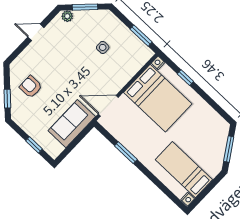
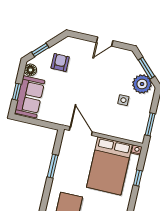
plant: (67, 16) -> (142, 84), moved, width x1.87, depth x1.87
door: (36, 32) -> (105, 42), swing flipped
floor lamp: (21, 119) -> (30, 70), added
sofa: (72, 124) -> (30, 97), moved, turned 90

